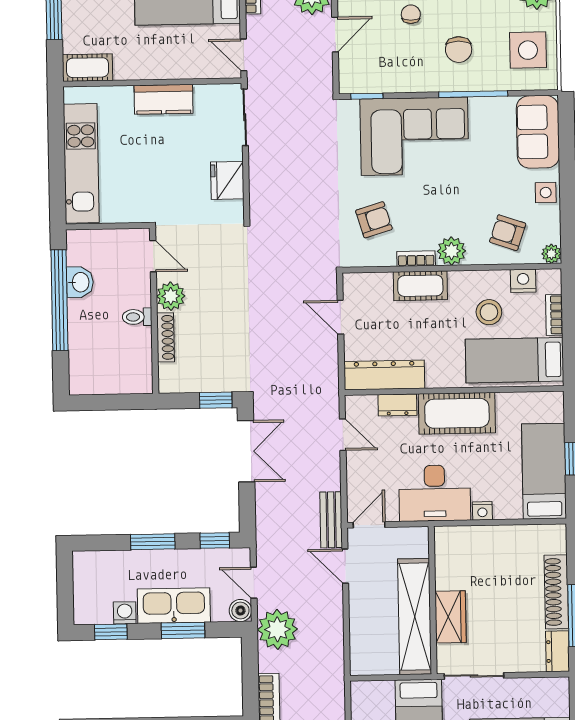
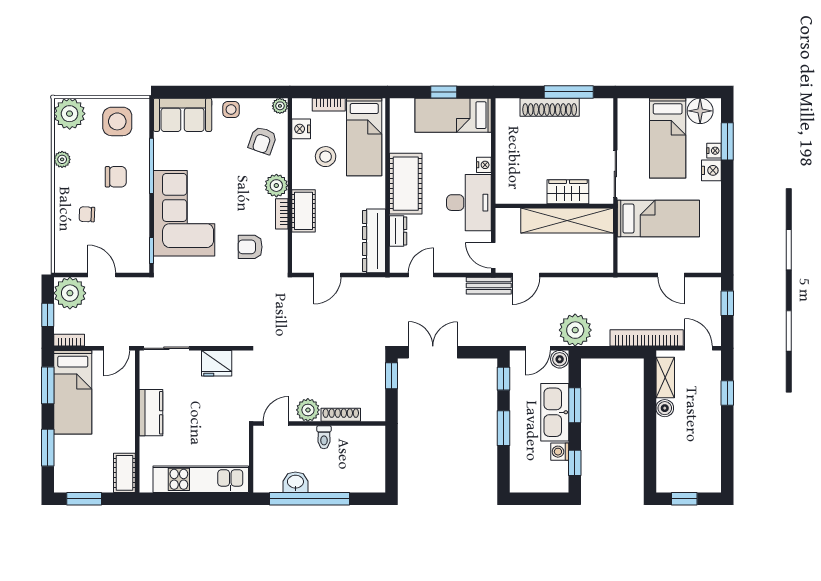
armchair: (374, 220) -> (250, 247), turned -73
dresser: (557, 651) -> (597, 107), removed

